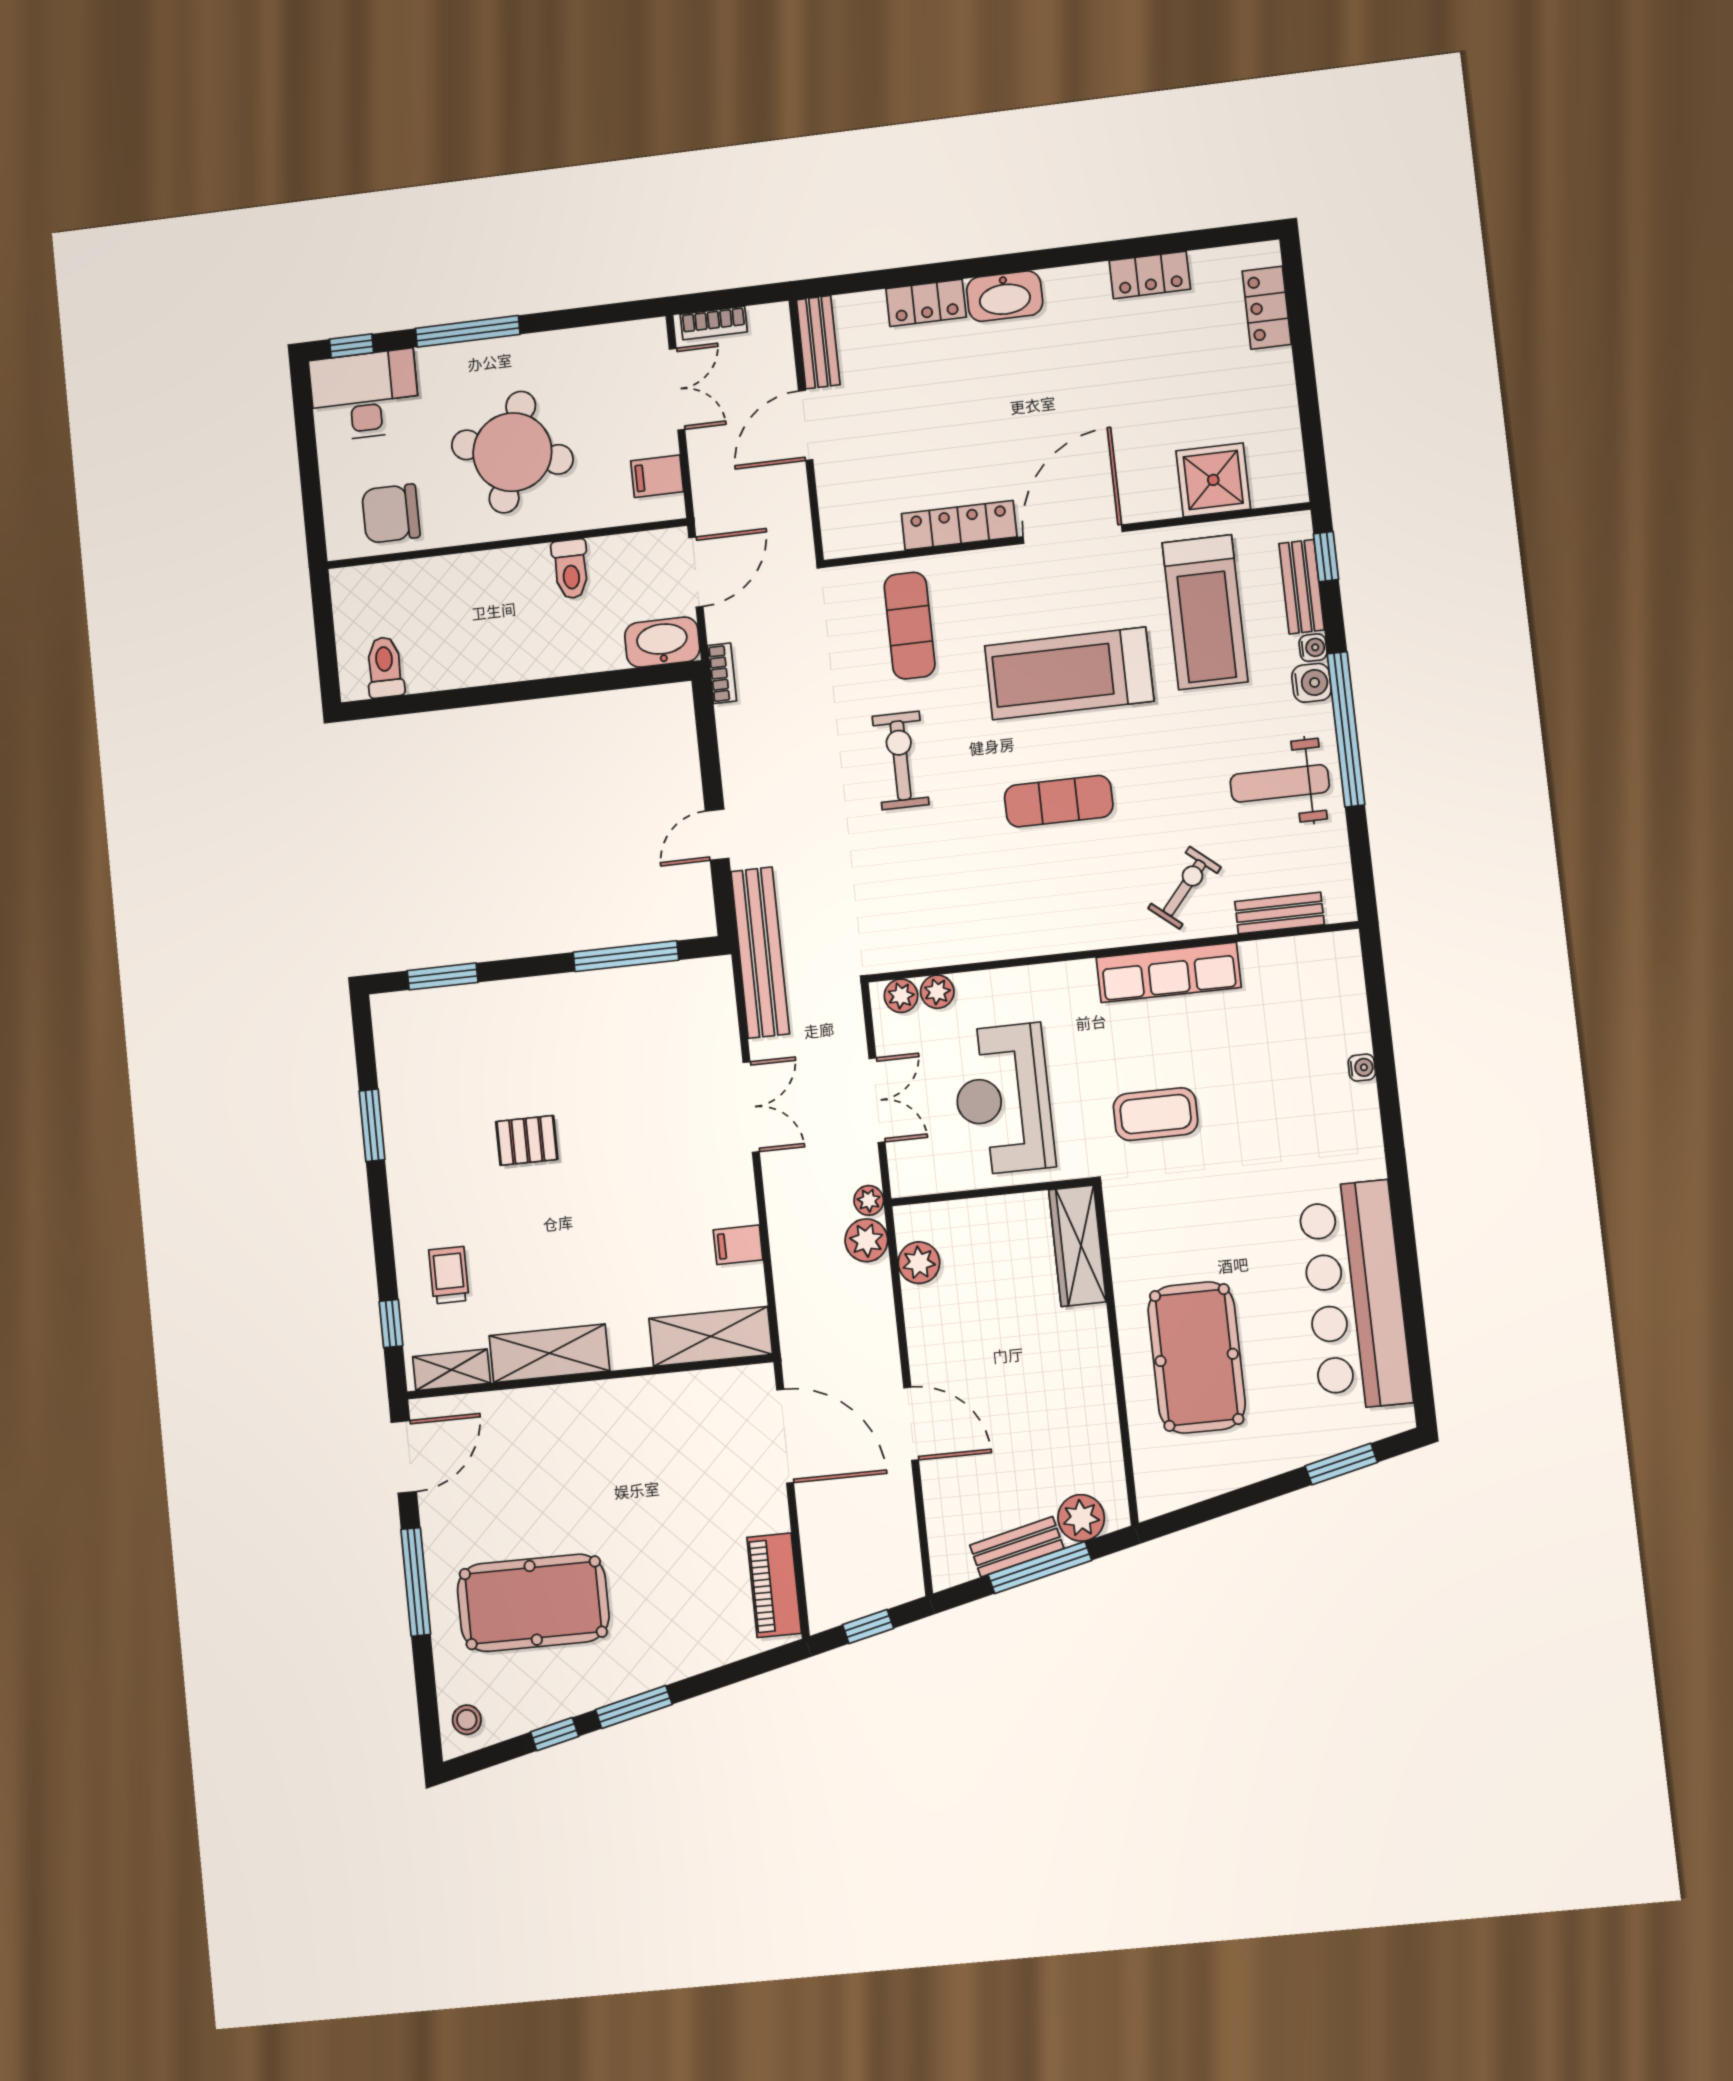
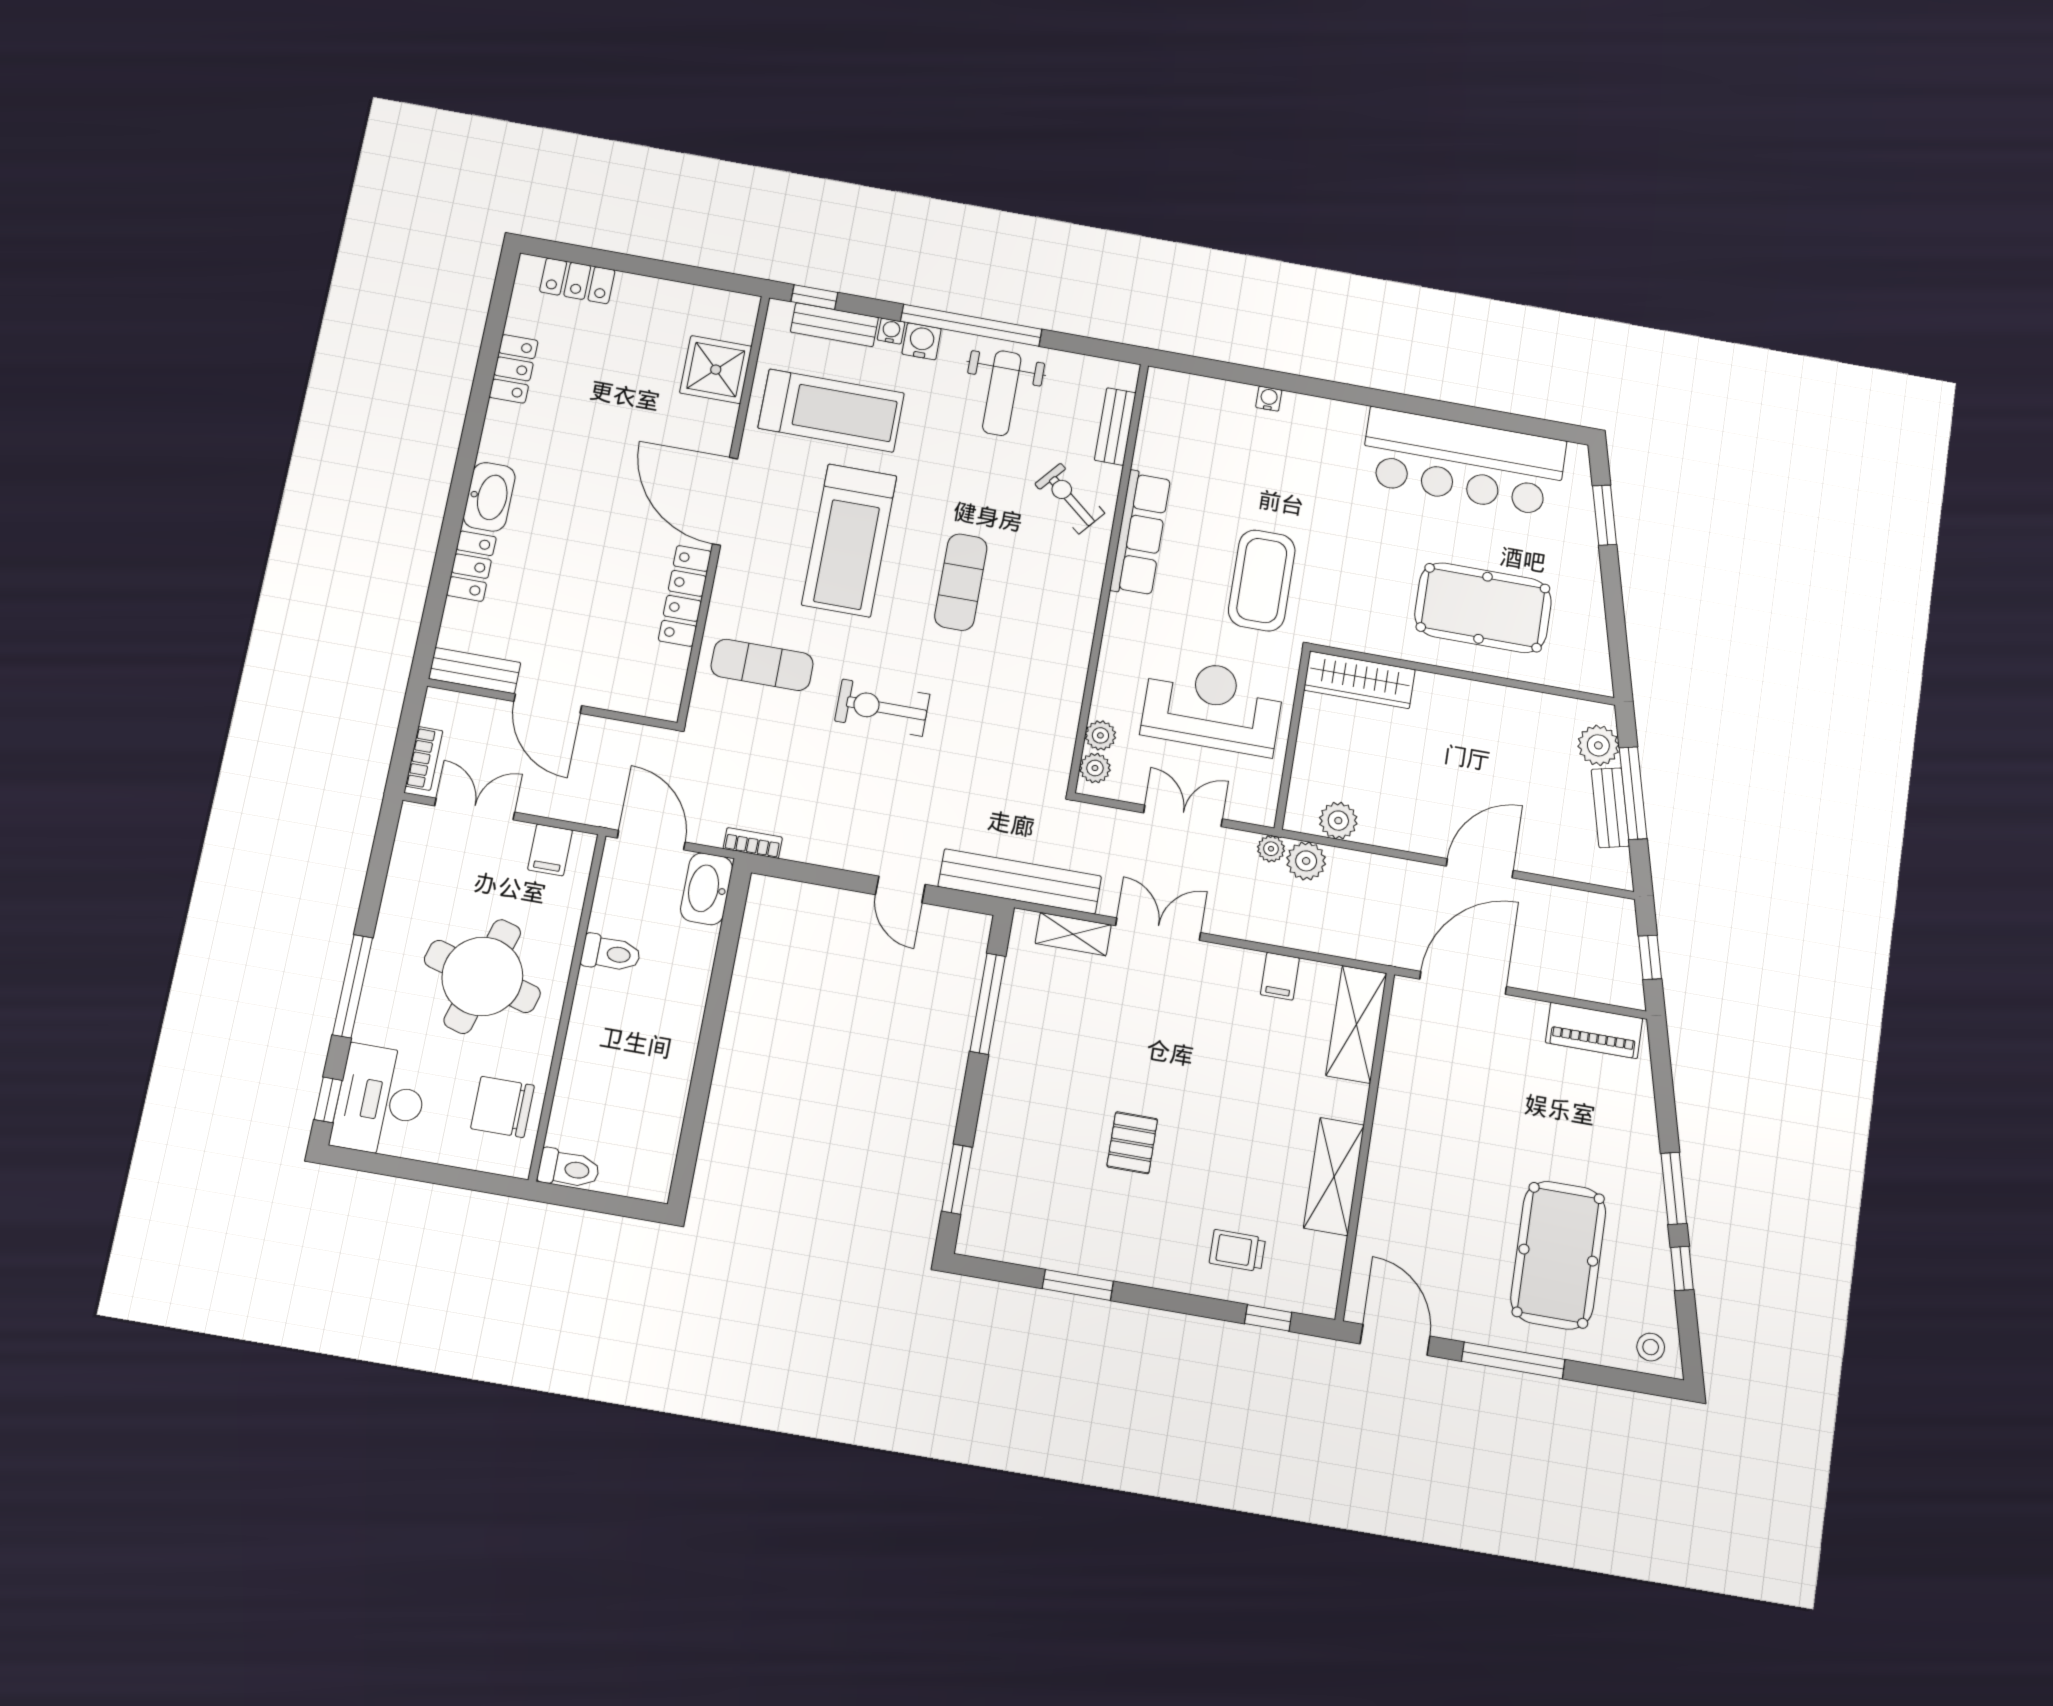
chair: (391, 514) -> (503, 1107), turned 90
toilet: (385, 667) -> (569, 1169), moved, turned 180
reception desk: (1003, 1099) -> (1212, 706), turned 180
coffee table: (1156, 1114) -> (1262, 580), width x1.36, depth x1.32
shelving: (452, 1370) -> (1073, 934), moved, turned 90

